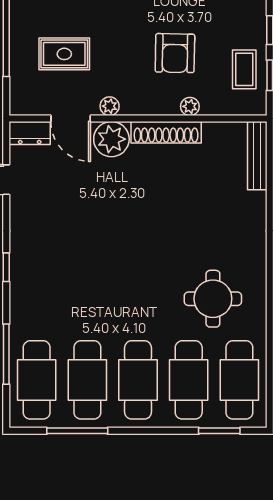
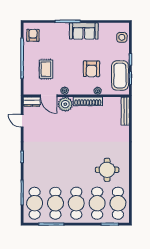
rug: (64, 54) -> (46, 69), turned 90
coffee table: (244, 69) -> (120, 76), width x1.86, depth x1.72

